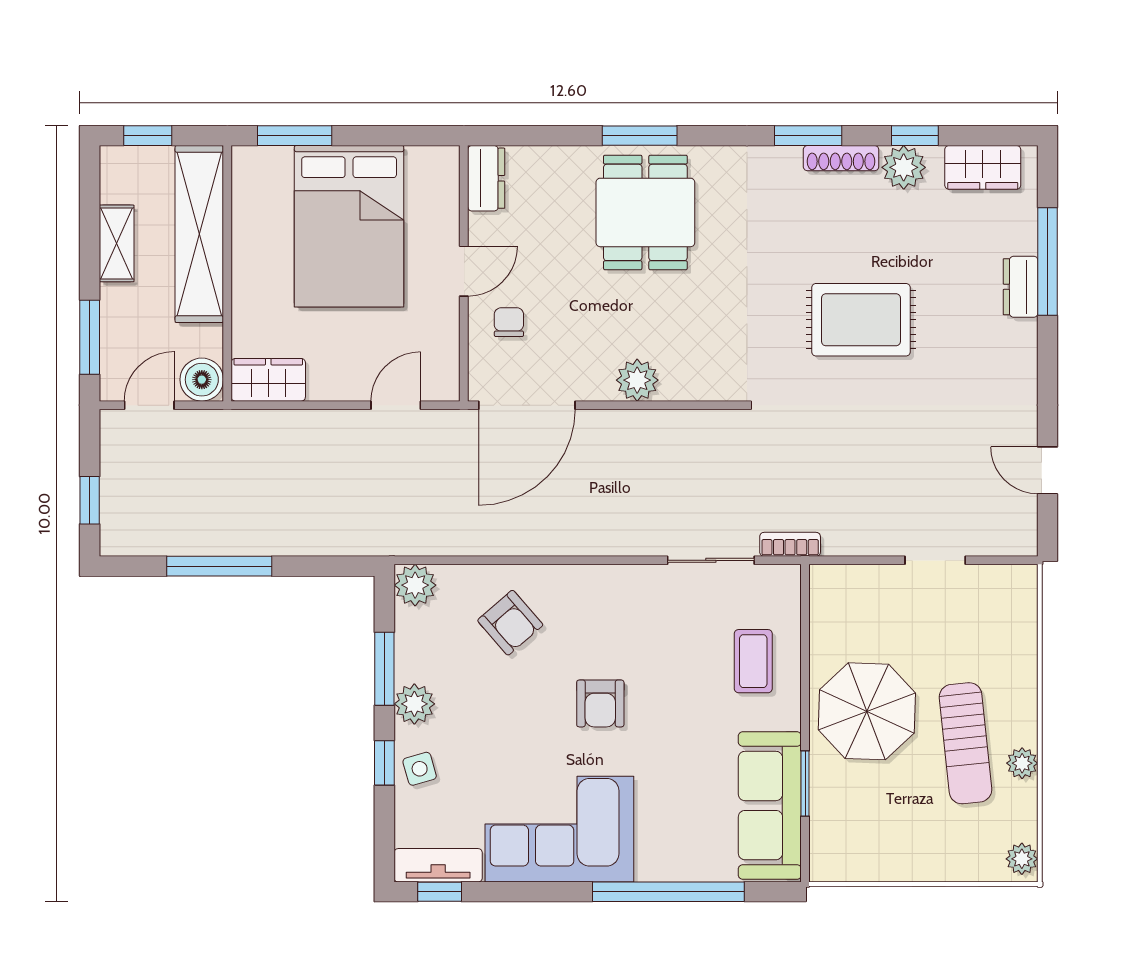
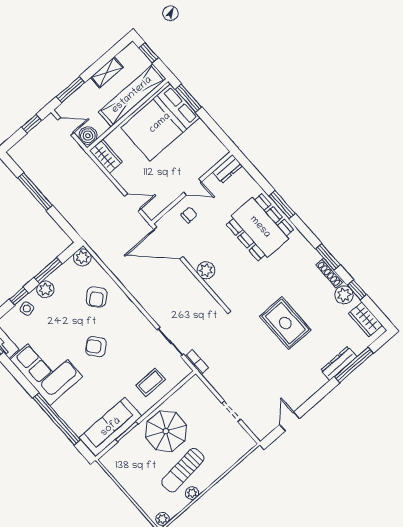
dining table: (645, 212) -> (260, 227), width x1.38
bed: (349, 226) -> (160, 123), moved
dresser: (1021, 287) -> (339, 363), width x1.44
window: (90, 500) -> (32, 124), moved
armchair: (600, 703) -> (96, 347), turned 49

